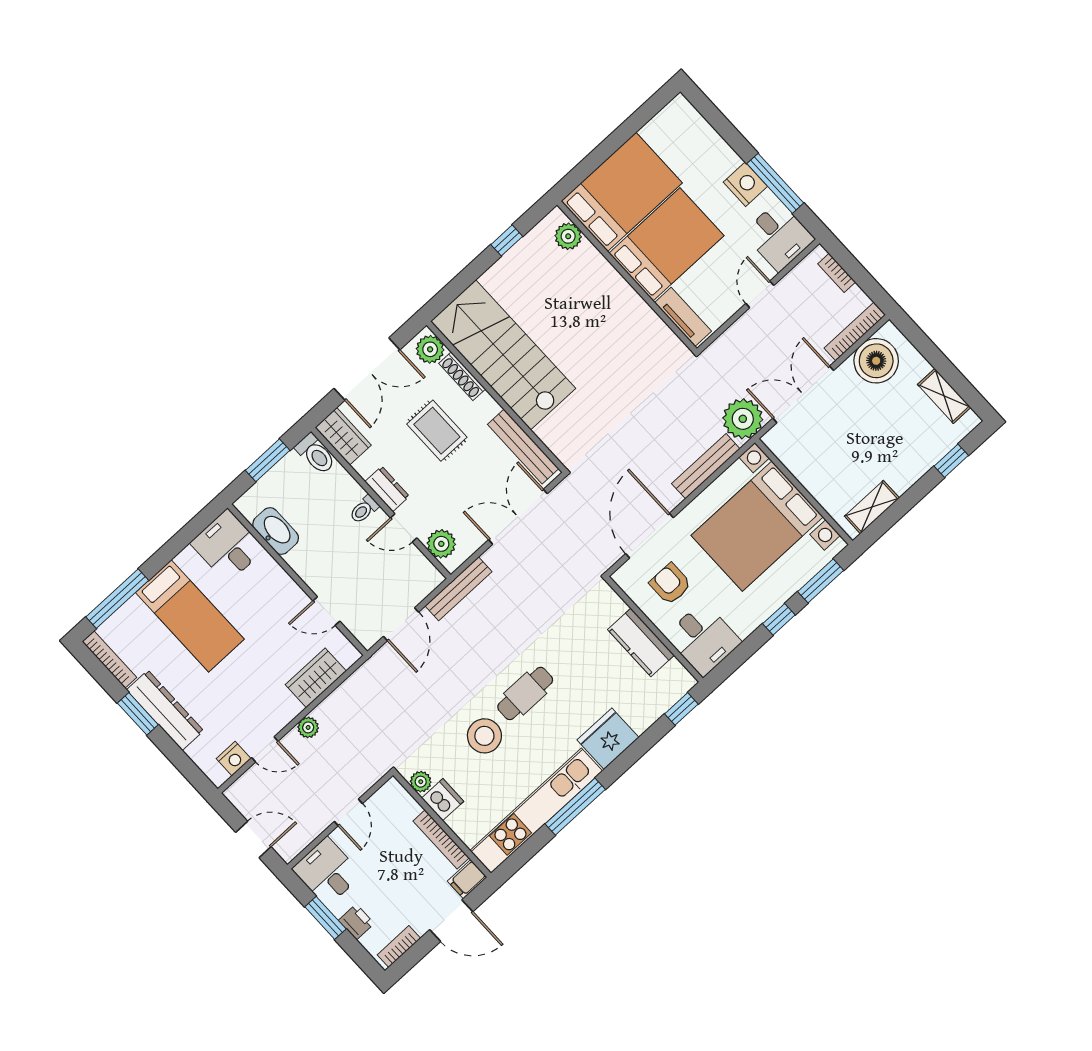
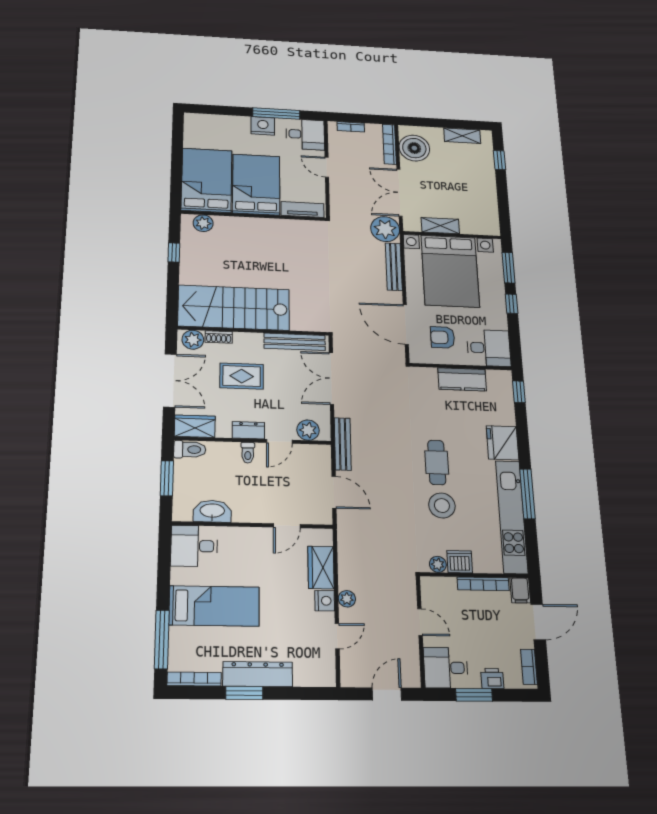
shoe rack: (462, 376) -> (219, 337), width x0.70
shelving: (872, 507) -> (440, 226), moved, turned 90
nightstand: (234, 759) -> (325, 601), moved

